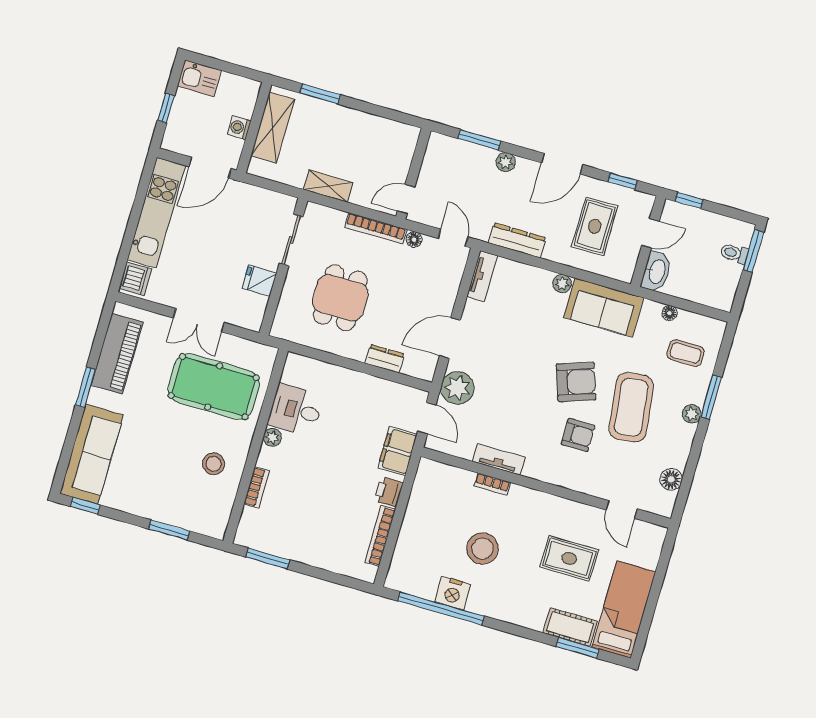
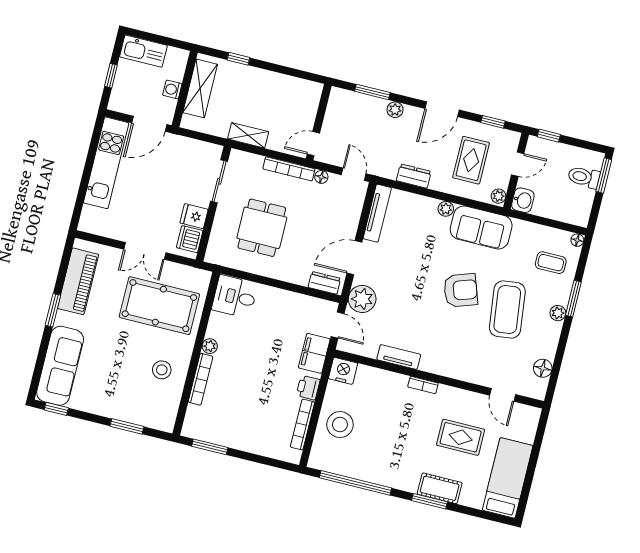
kitchen sink: (199, 78) -> (143, 51), width x1.38
window: (320, 94) -> (238, 59), width x0.67
dresser: (517, 240) -> (414, 176), width x0.70
toilet: (734, 253) -> (584, 177), width x1.37, depth x1.39
plant: (626, 271) -> (498, 196), added
washbasin: (656, 272) -> (523, 200), width x0.72
tv unit: (482, 276) -> (377, 213), width x1.41
dishwasher: (135, 279) -> (190, 239), moved, turned 180
floor lamp: (670, 313) -> (577, 240), moved
dresser: (385, 359) -> (324, 283), moved
desk: (296, 410) -> (235, 297), moved
armchair: (578, 435) -> (464, 334), removed
bookcase: (492, 484) -> (423, 385), moved
bookcase: (257, 487) -> (200, 379), width x1.56
stool: (483, 549) -> (340, 425), moved
nightstand: (453, 593) -> (343, 371), moved, turned 180
cot: (570, 627) -> (440, 488), moved
window: (578, 648) -> (429, 501), moved

